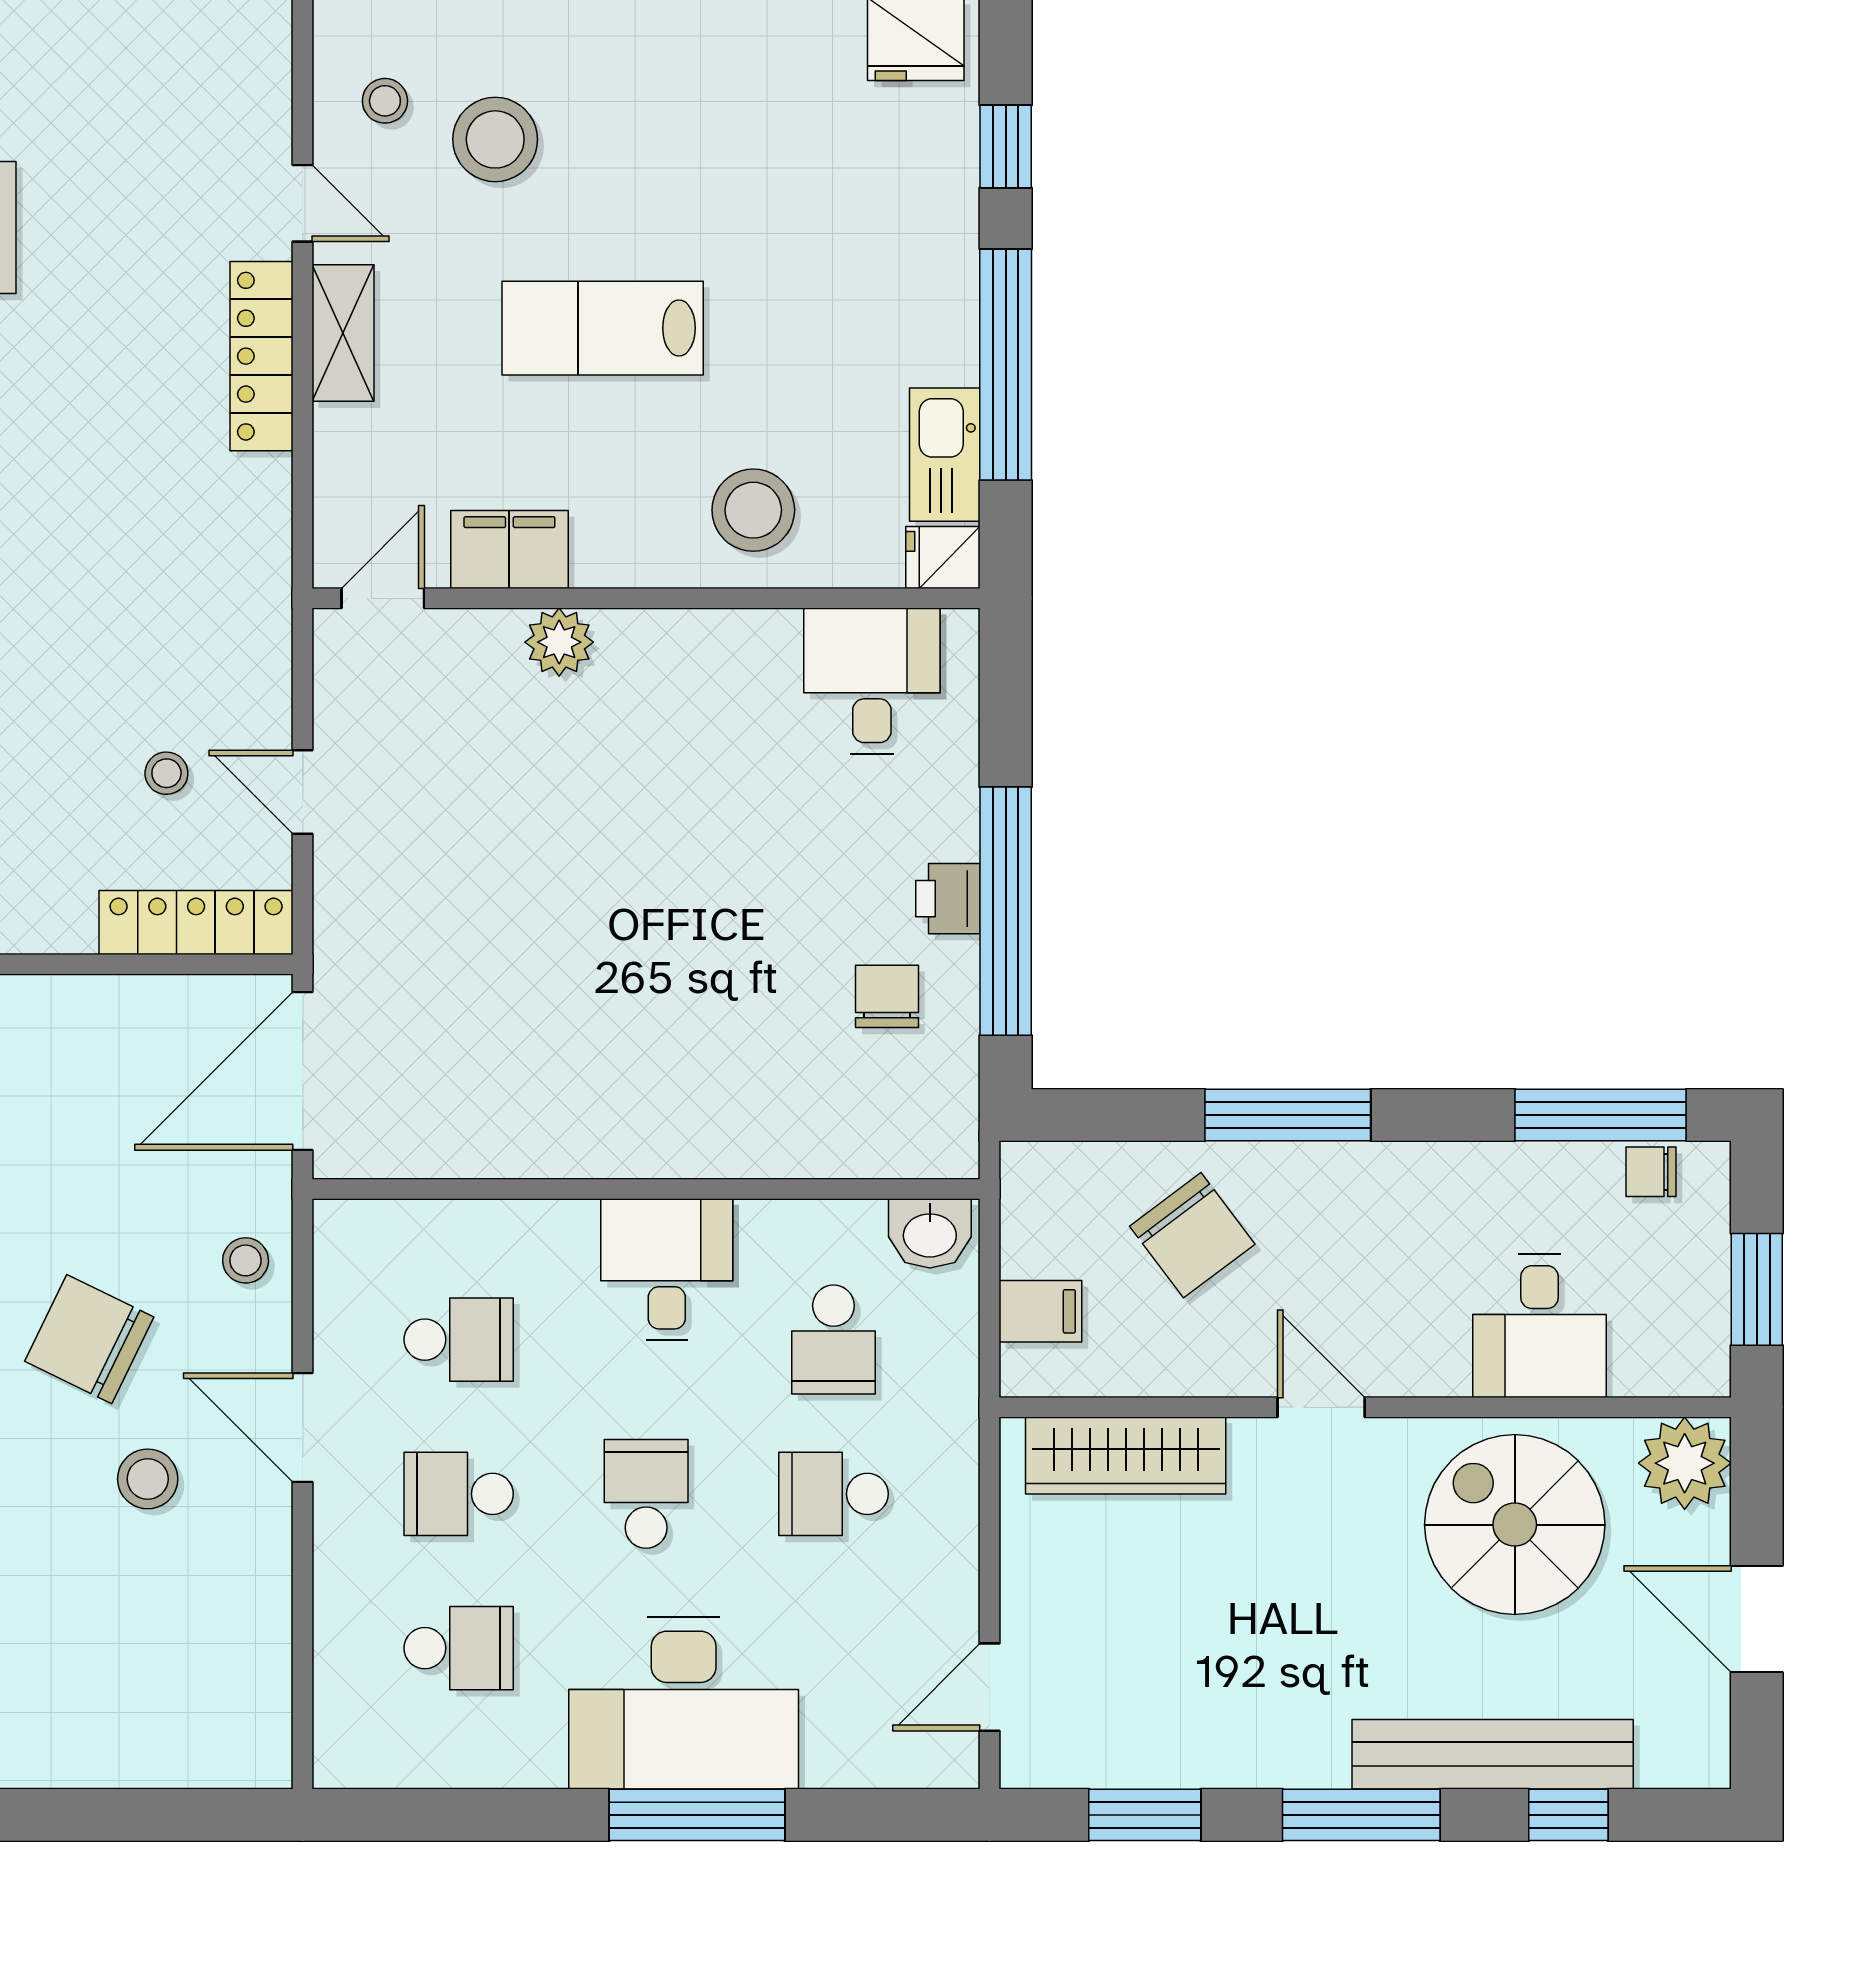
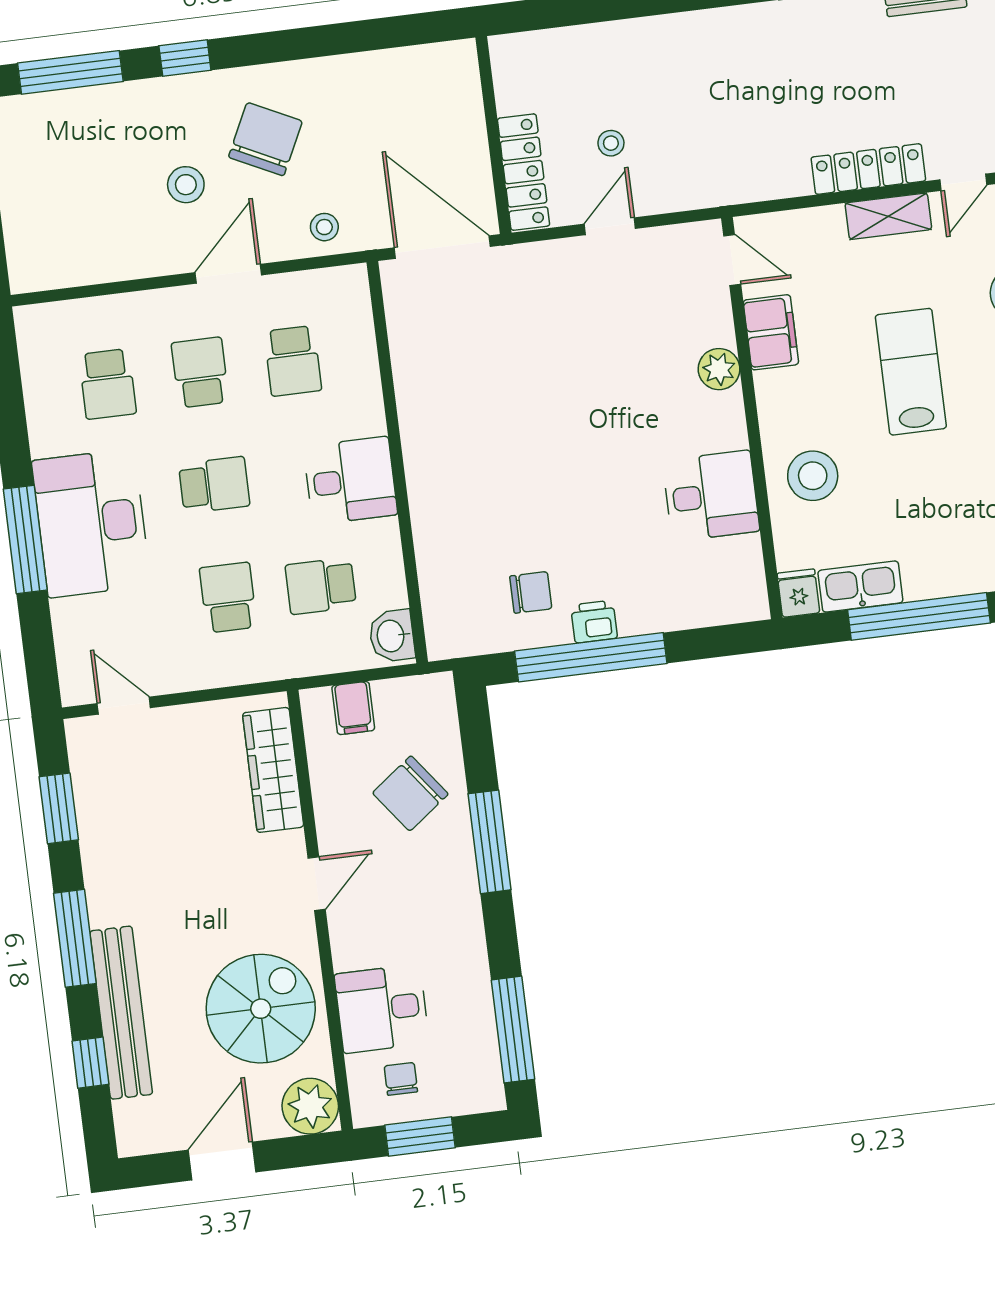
desk: (872, 681) -> (711, 496), moved
chair: (1651, 1172) -> (401, 1079), moved

